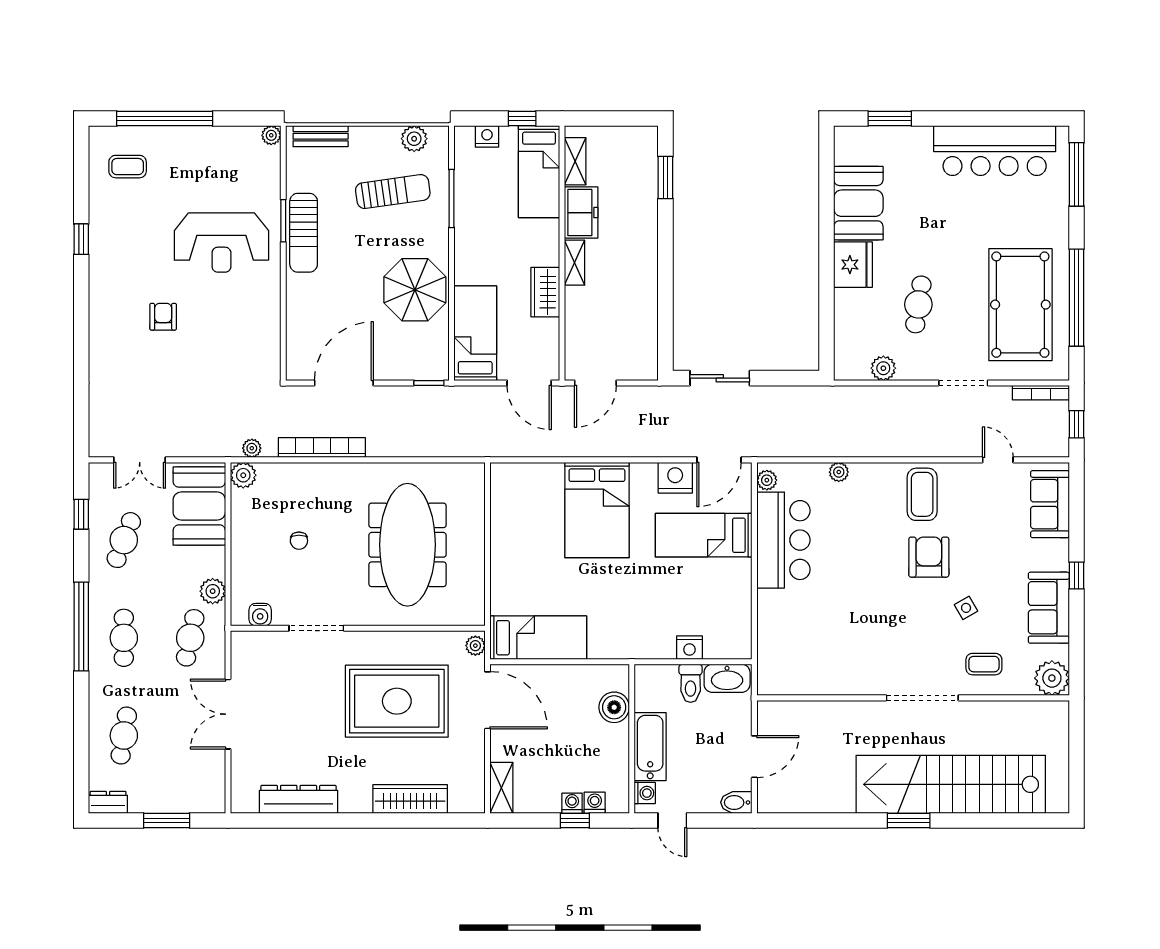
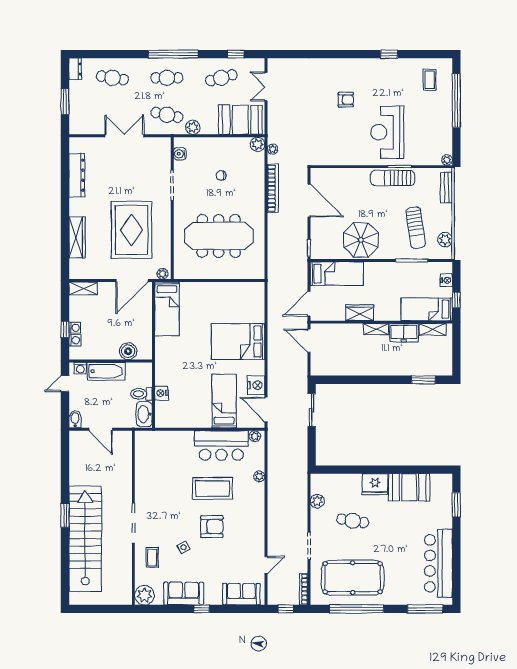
coffee table: (922, 494) -> (213, 488), moved, width x1.36, depth x1.32
cafe table: (124, 540) -> (221, 78), turned -36

